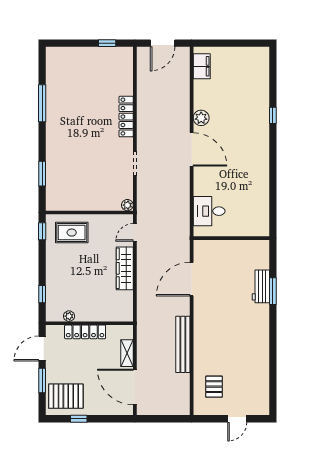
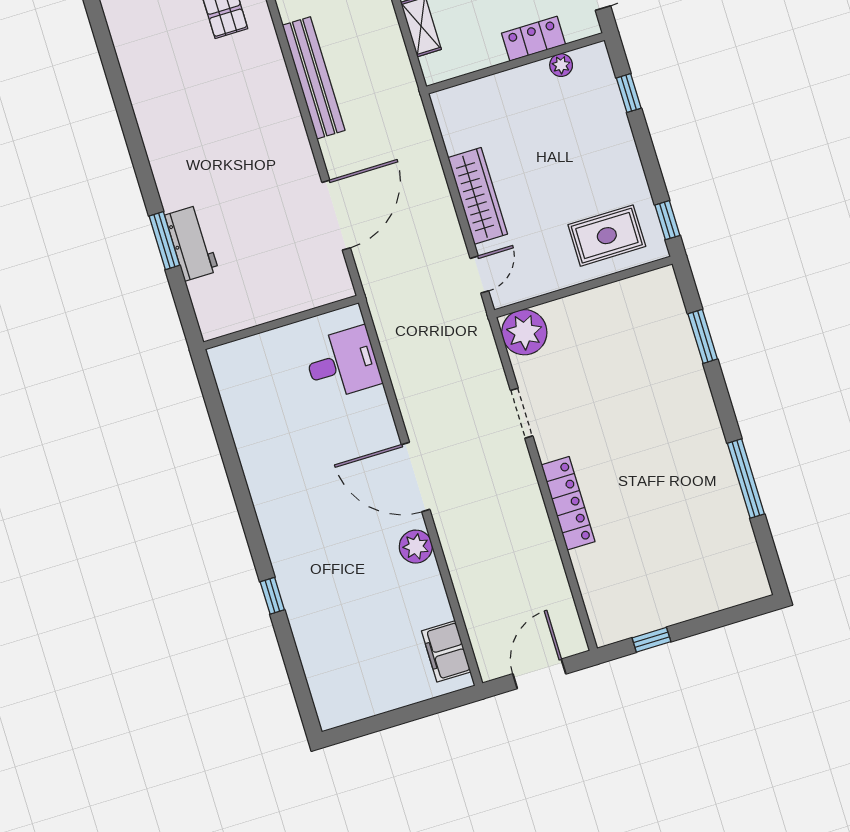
plant: (127, 205) -> (524, 332), width x1.88, depth x1.88
locker: (85, 332) -> (533, 39), width x0.66

